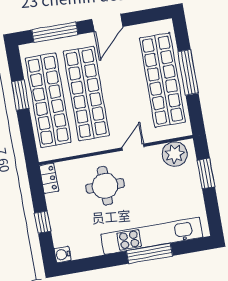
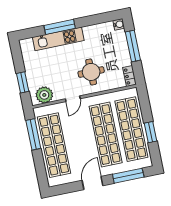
window: (188, 72) -> (33, 134), moved
window: (43, 222) -> (133, 46), width x2.17
kitchen unit: (152, 236) -> (58, 39), width x0.73

